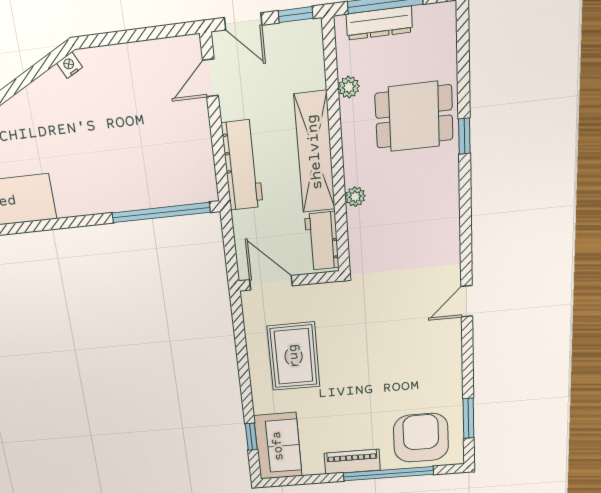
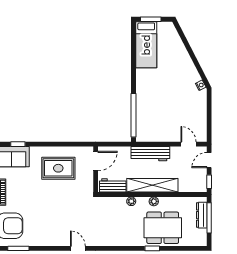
plant: (349, 87) -> (154, 201), moved
dining table: (414, 117) -> (163, 228), width x1.38

